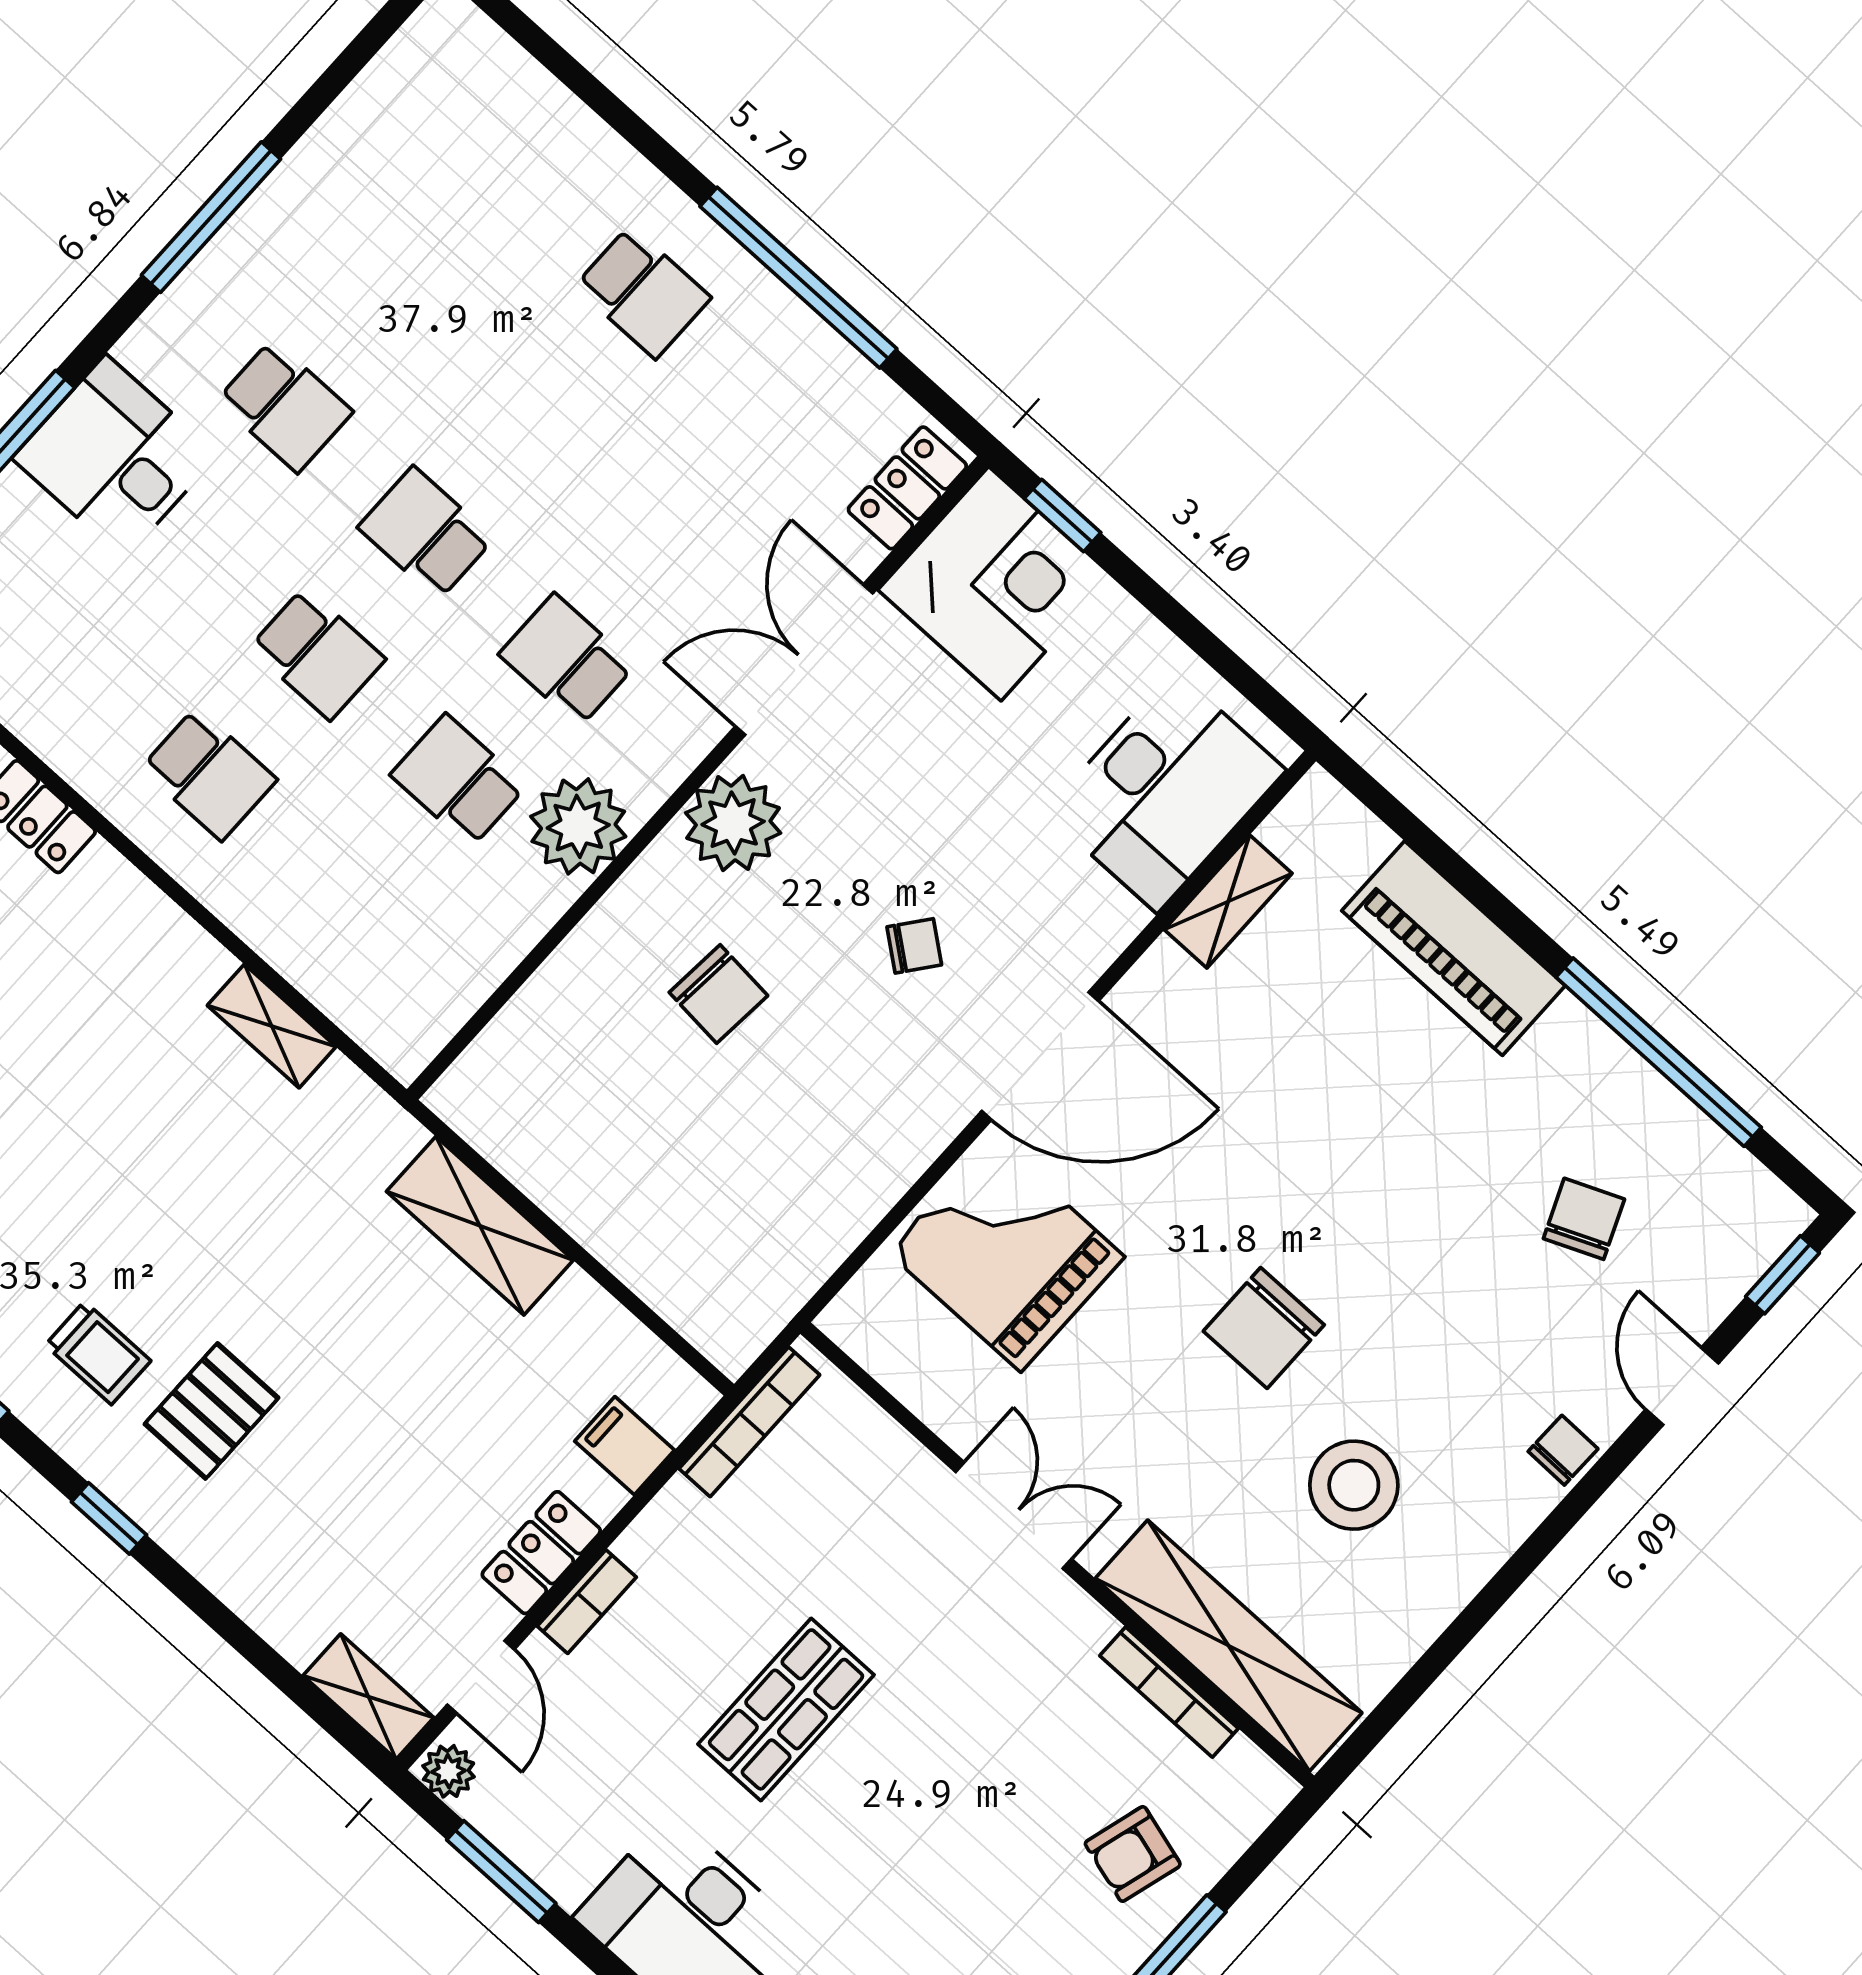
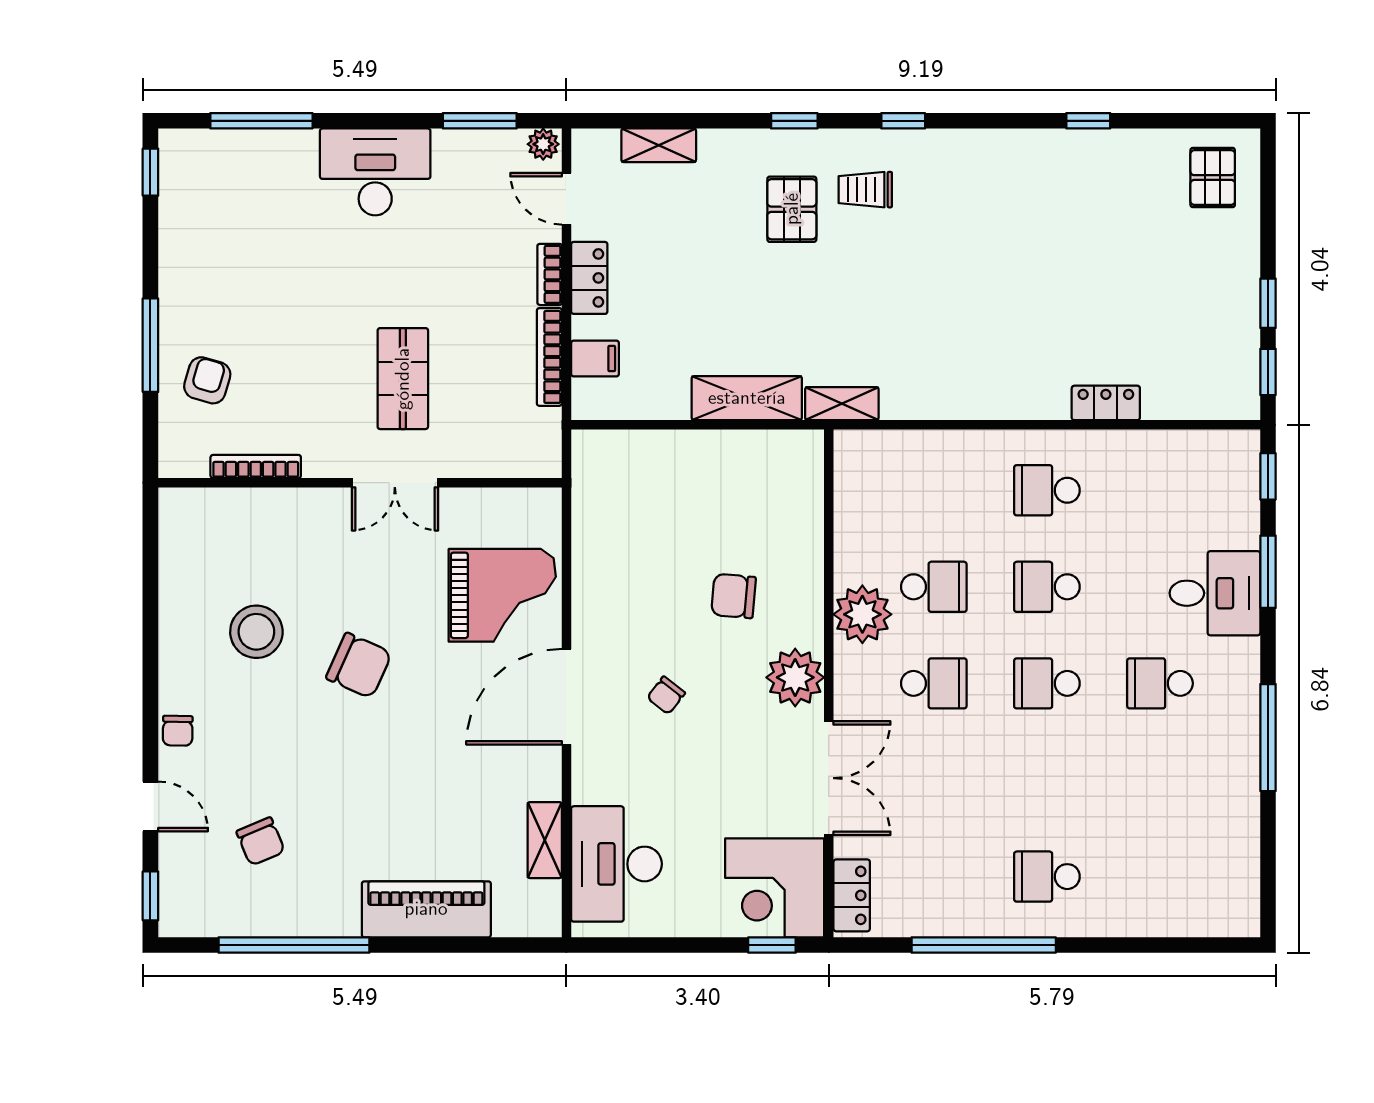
school desk: (426, 533) -> (1047, 683), turned 180
shelving: (272, 1026) -> (842, 404), moved
chair: (1264, 1328) -> (359, 665), turned 114
bookcase: (749, 1422) -> (549, 357), moved
shelving: (1229, 1646) -> (248, 511), removed
shelving: (368, 1697) -> (659, 145), moved
shop shelf: (786, 1709) -> (403, 379), moved

